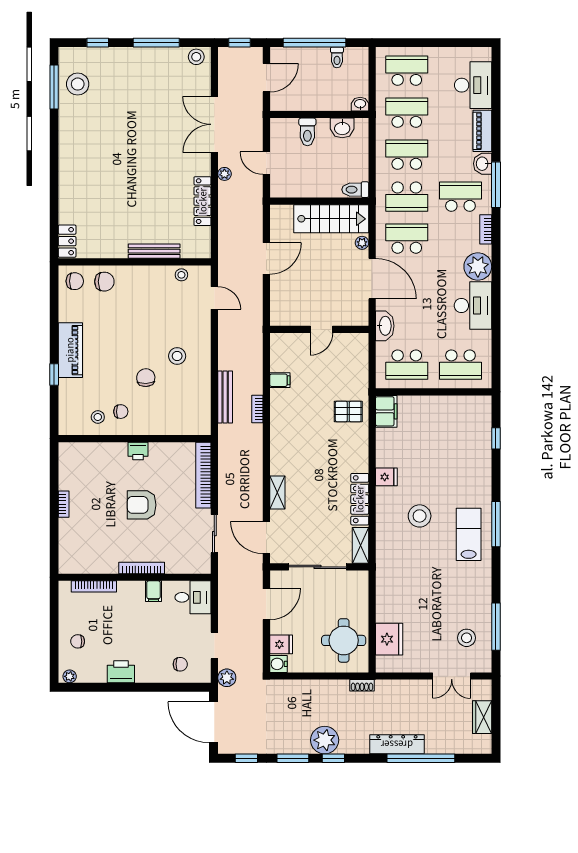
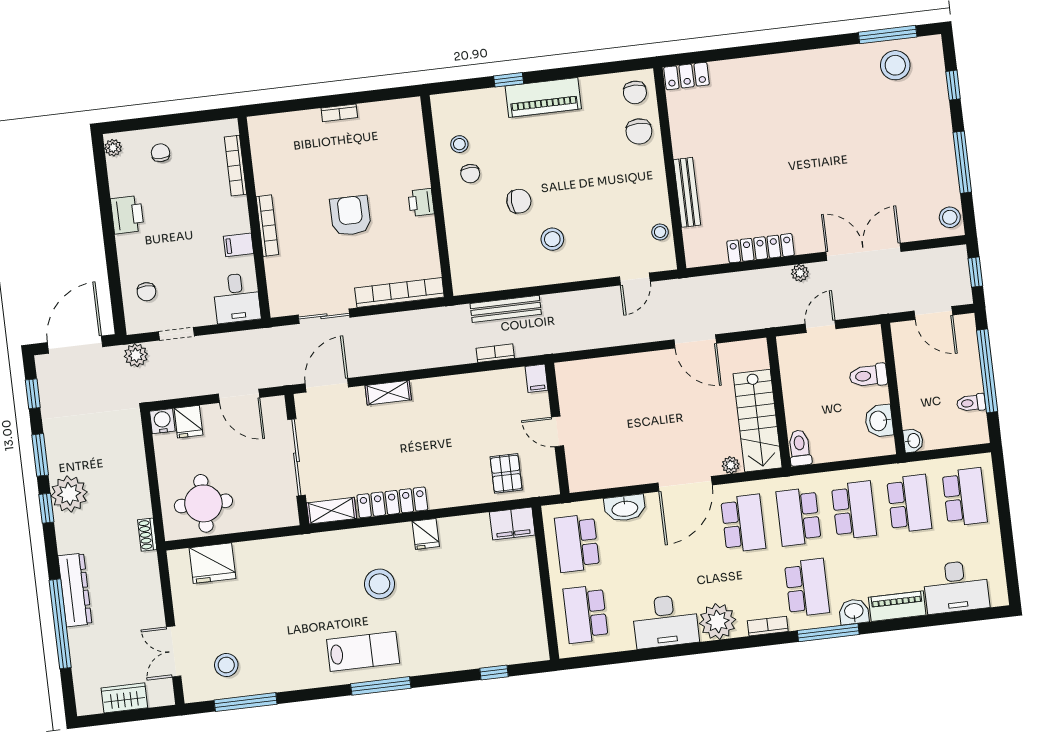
wall: (319, 329) -> (557, 429), moved
door: (321, 329) -> (558, 431), moved

